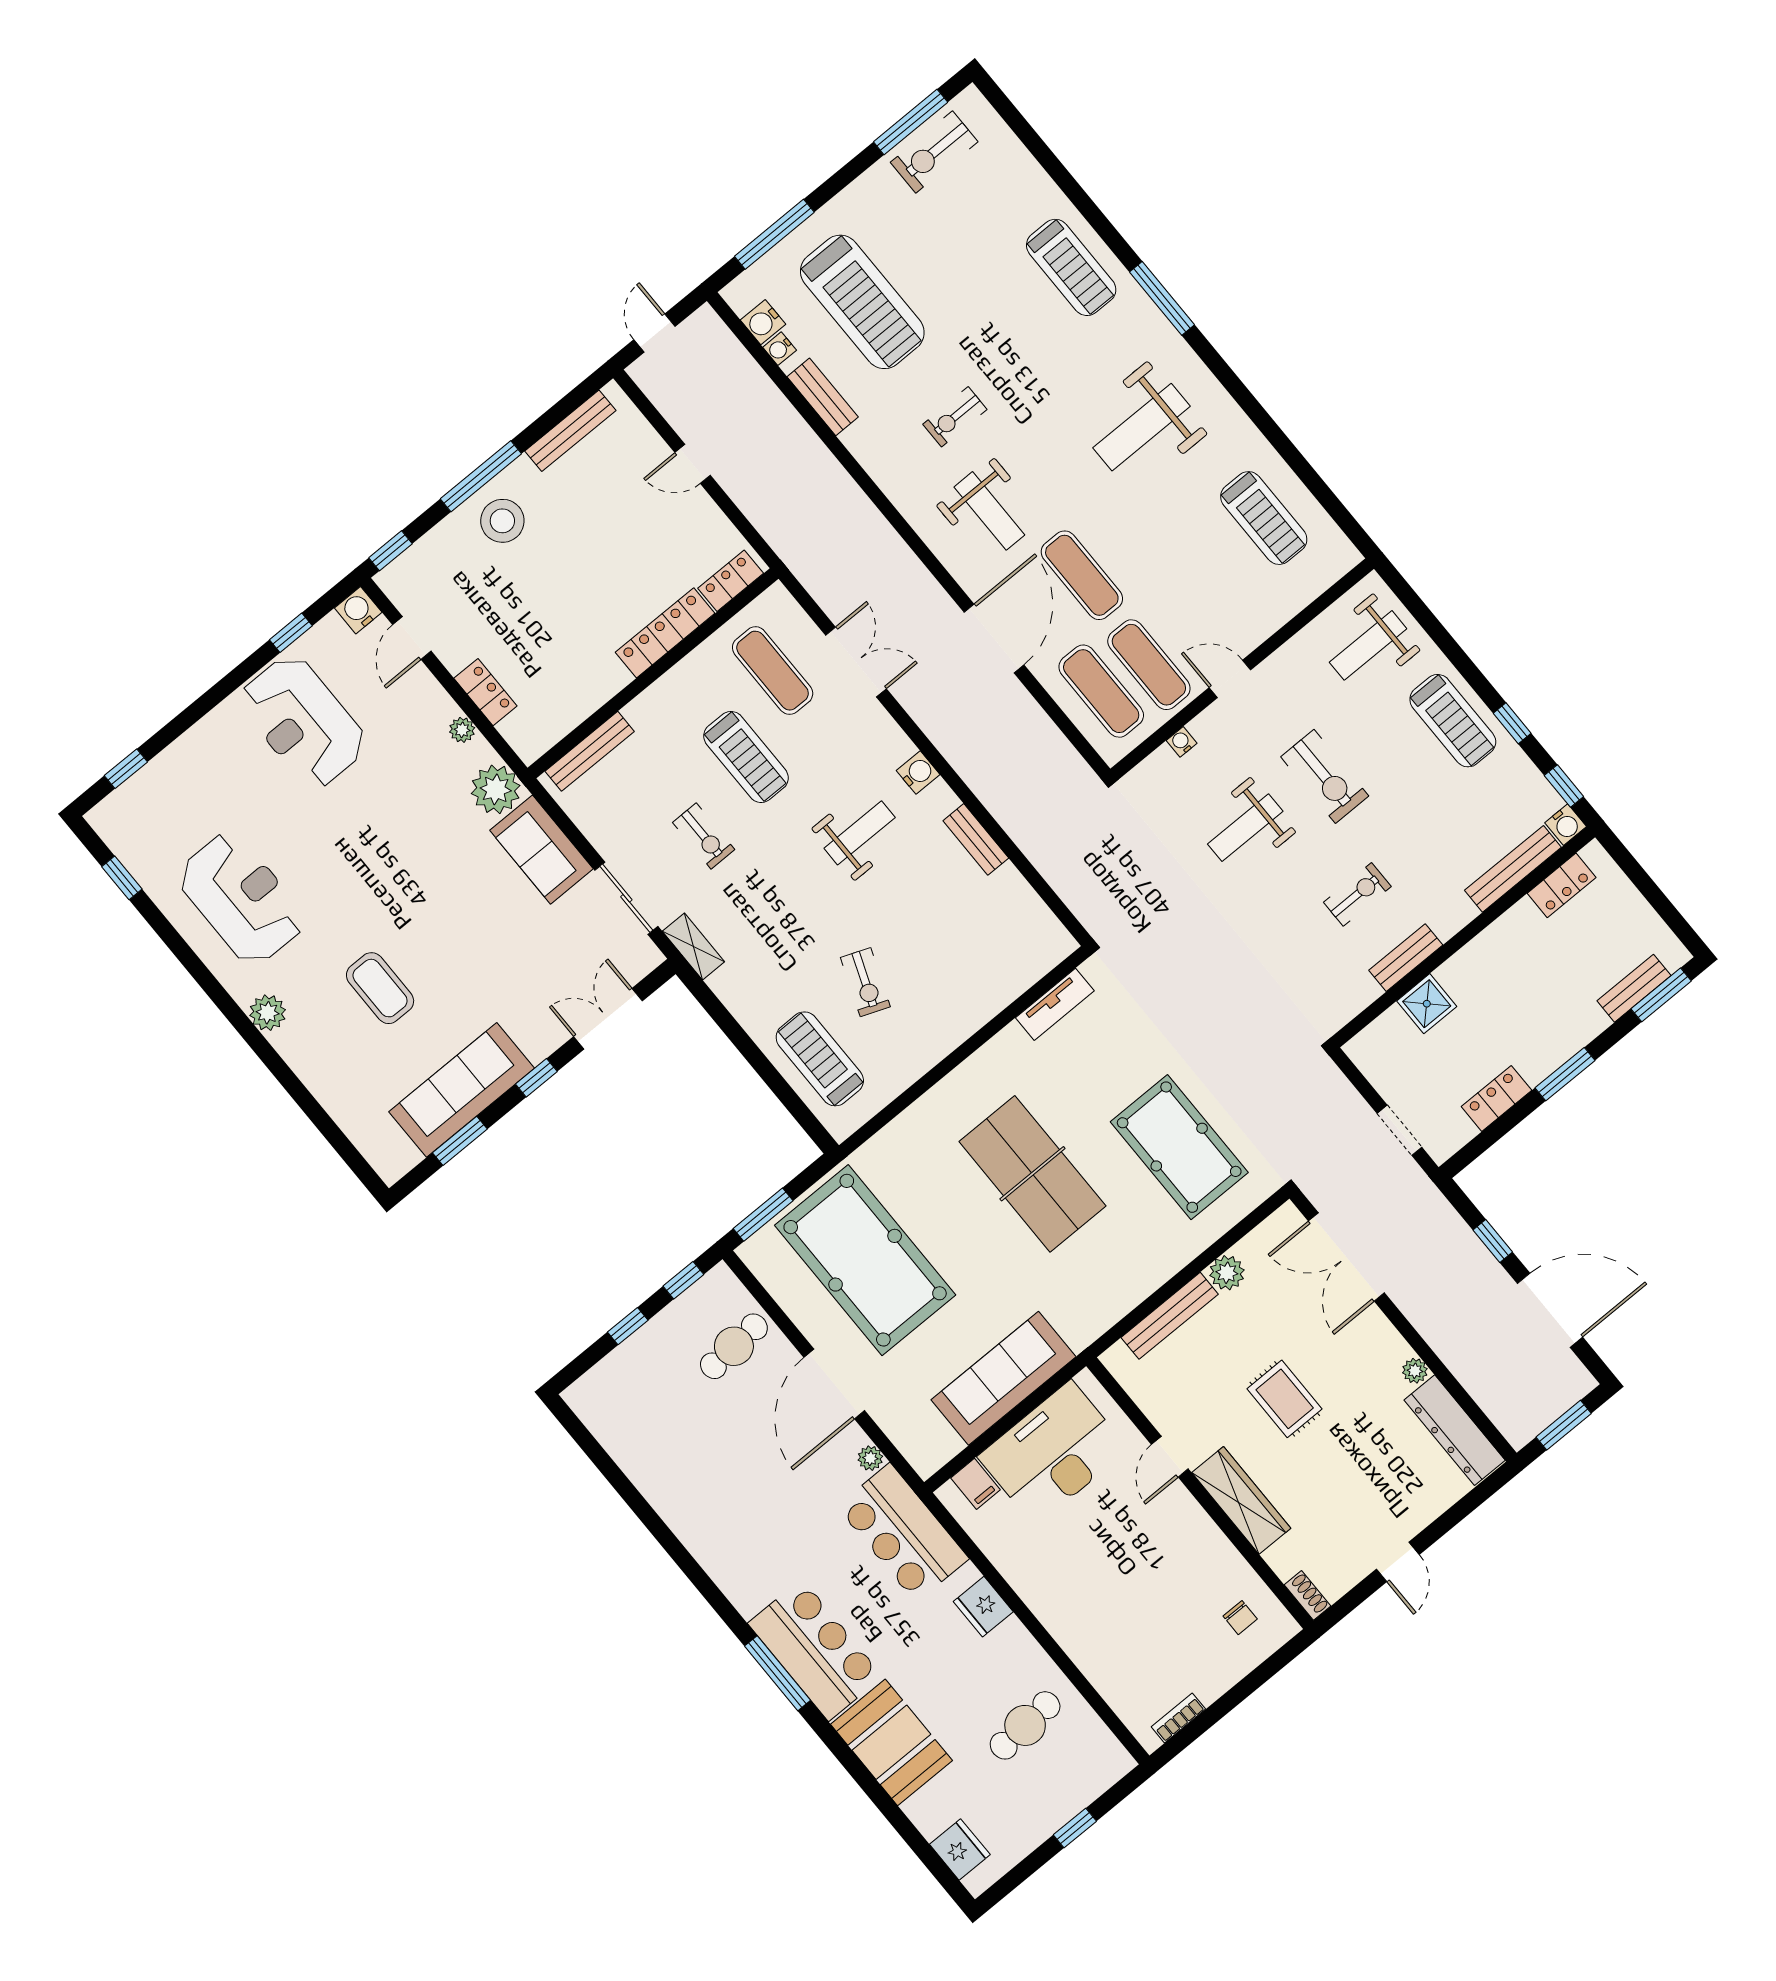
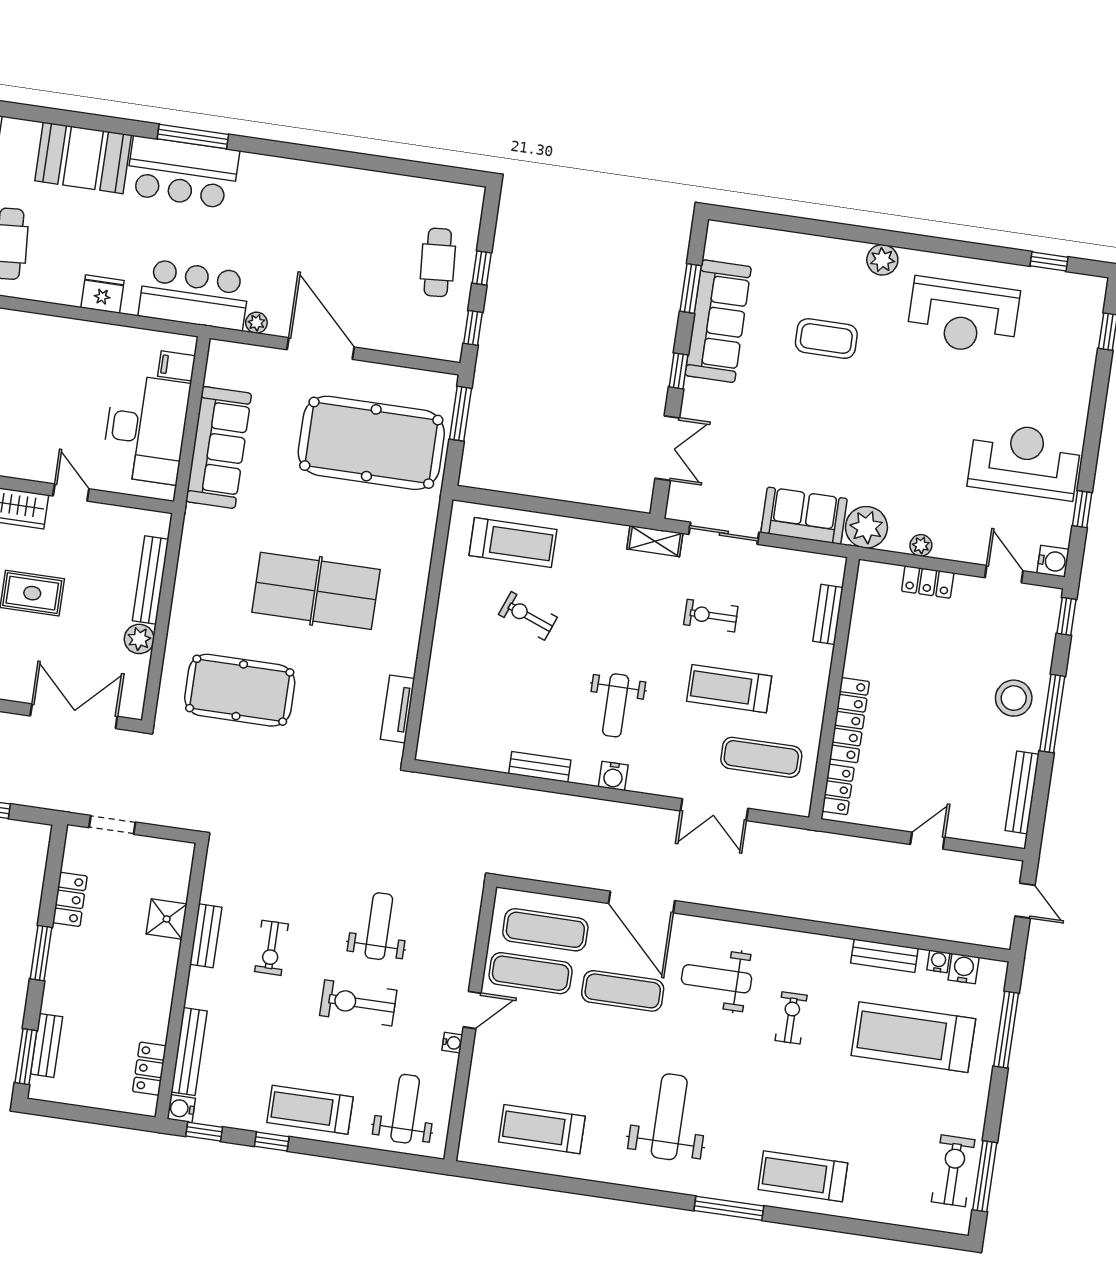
water cooler: (1182, 742) -> (452, 1043), moved
bench: (590, 751) -> (828, 614), width x0.73
cafe table: (734, 1346) -> (438, 262), moved

